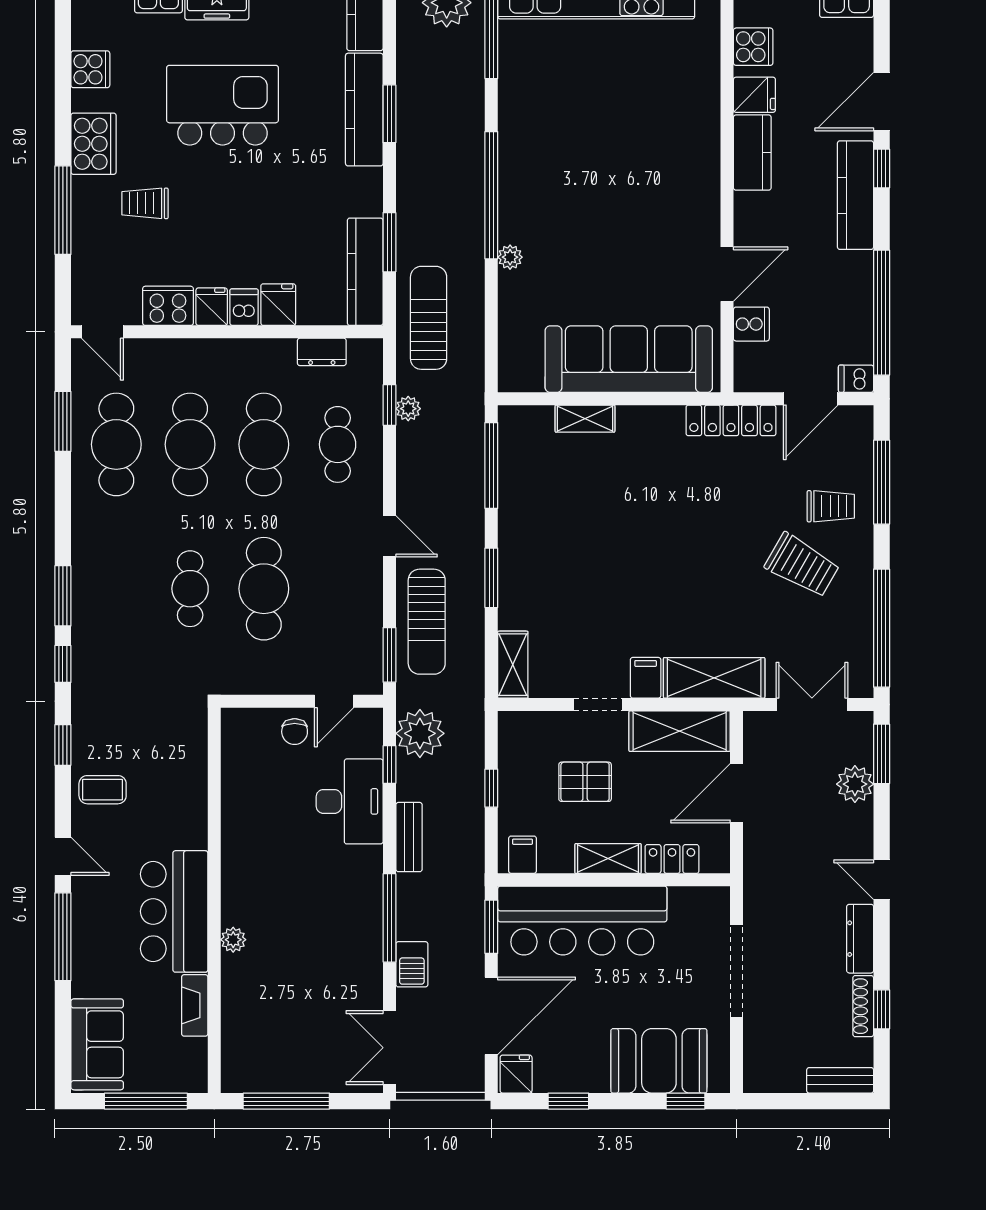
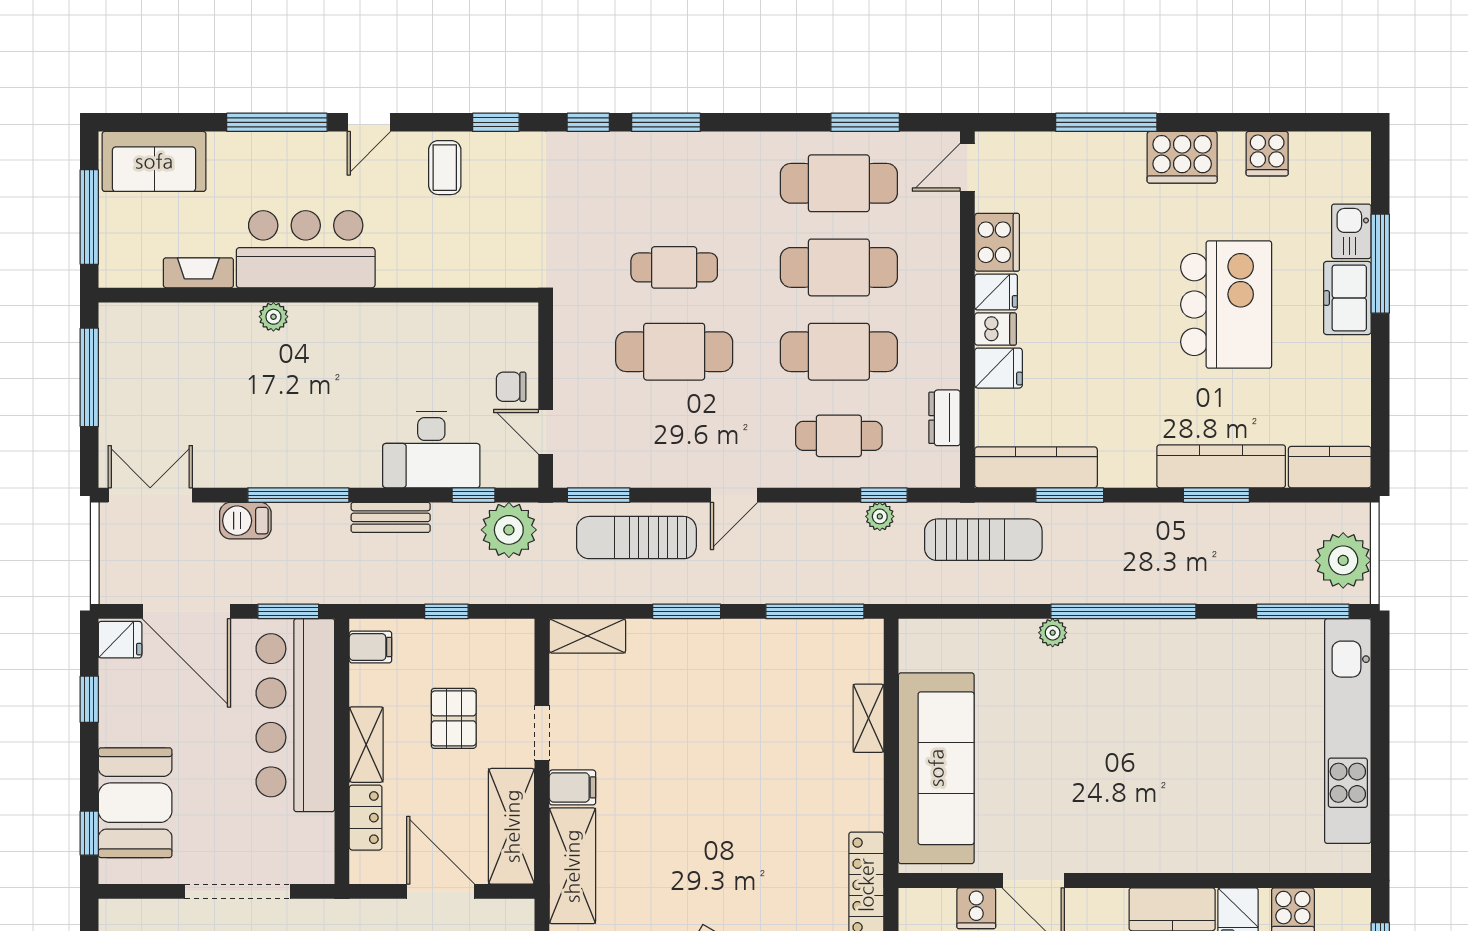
trolley: (145, 203) -> (1114, 216), removed

